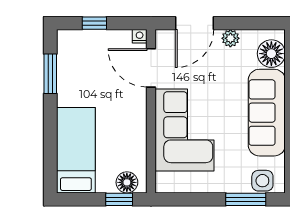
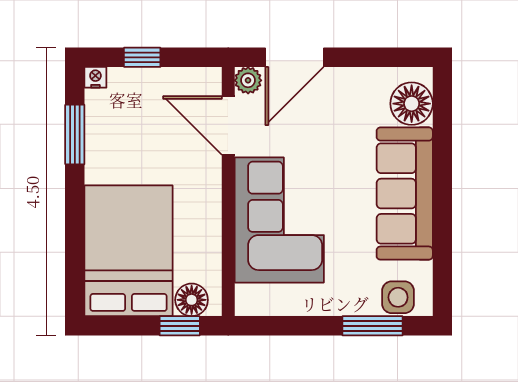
nightstand: (140, 36) -> (95, 77), moved
plant: (230, 38) -> (248, 80), moved
bed: (76, 150) -> (129, 251), width x1.50

